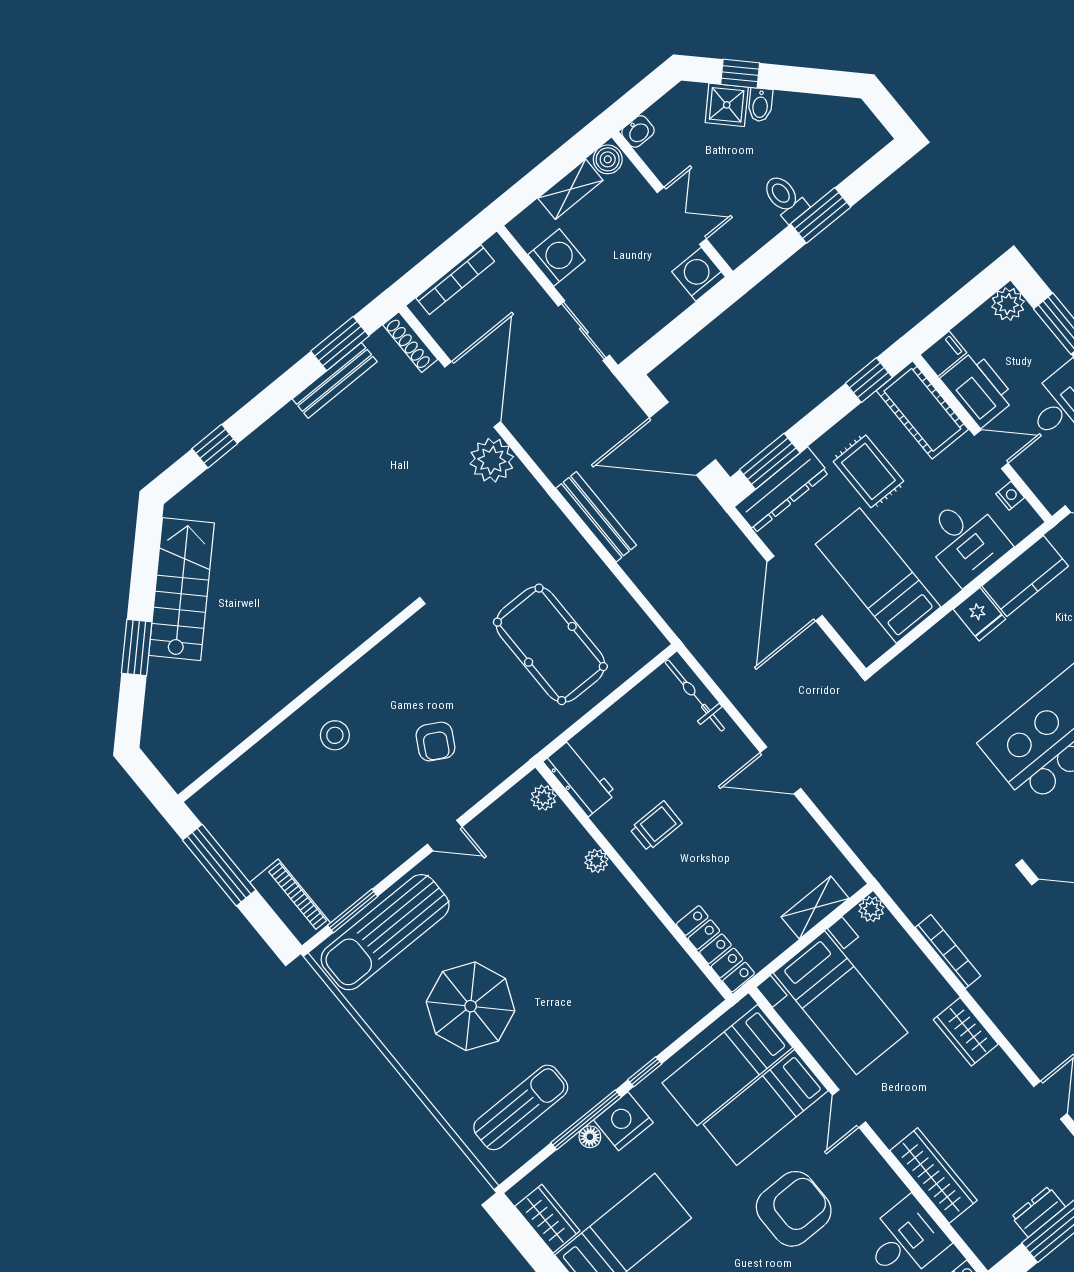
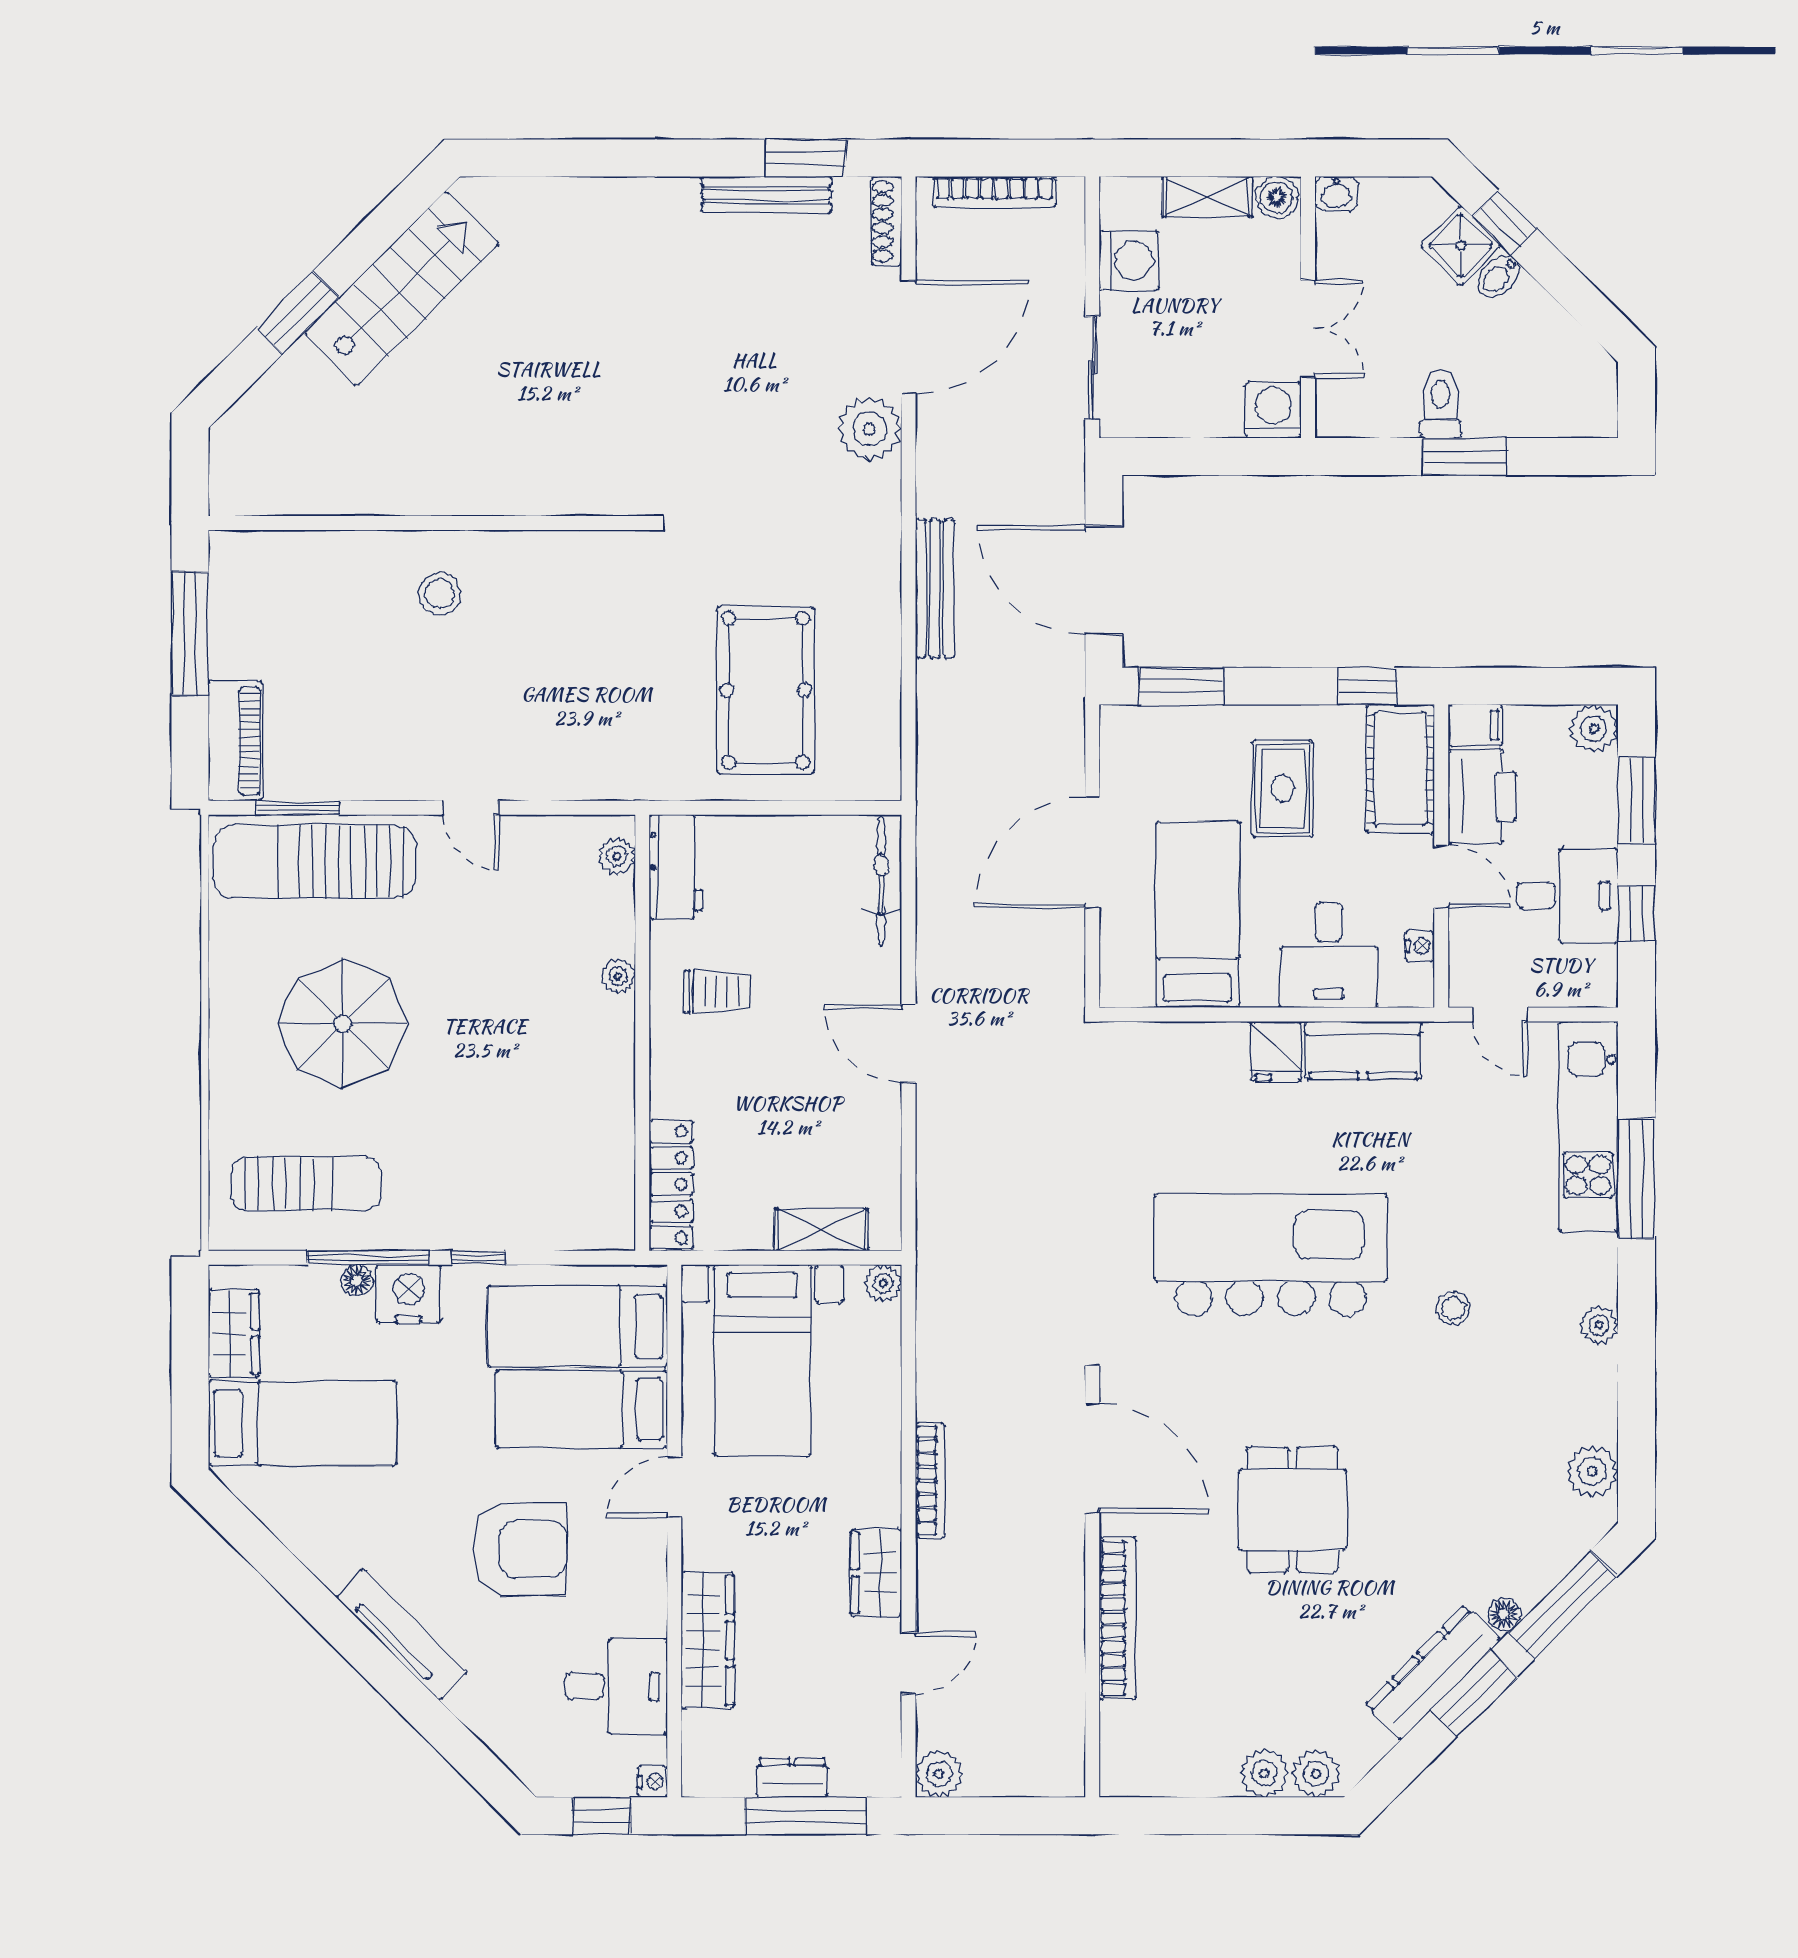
window: (215, 446) -> (571, 158), removed
dresser: (782, 490) -> (1168, 729), removed
armchair: (435, 742) -> (547, 694), removed
bookcase: (948, 952) -> (930, 1480), moved
wardrobe: (966, 1032) -> (876, 1573), moved

